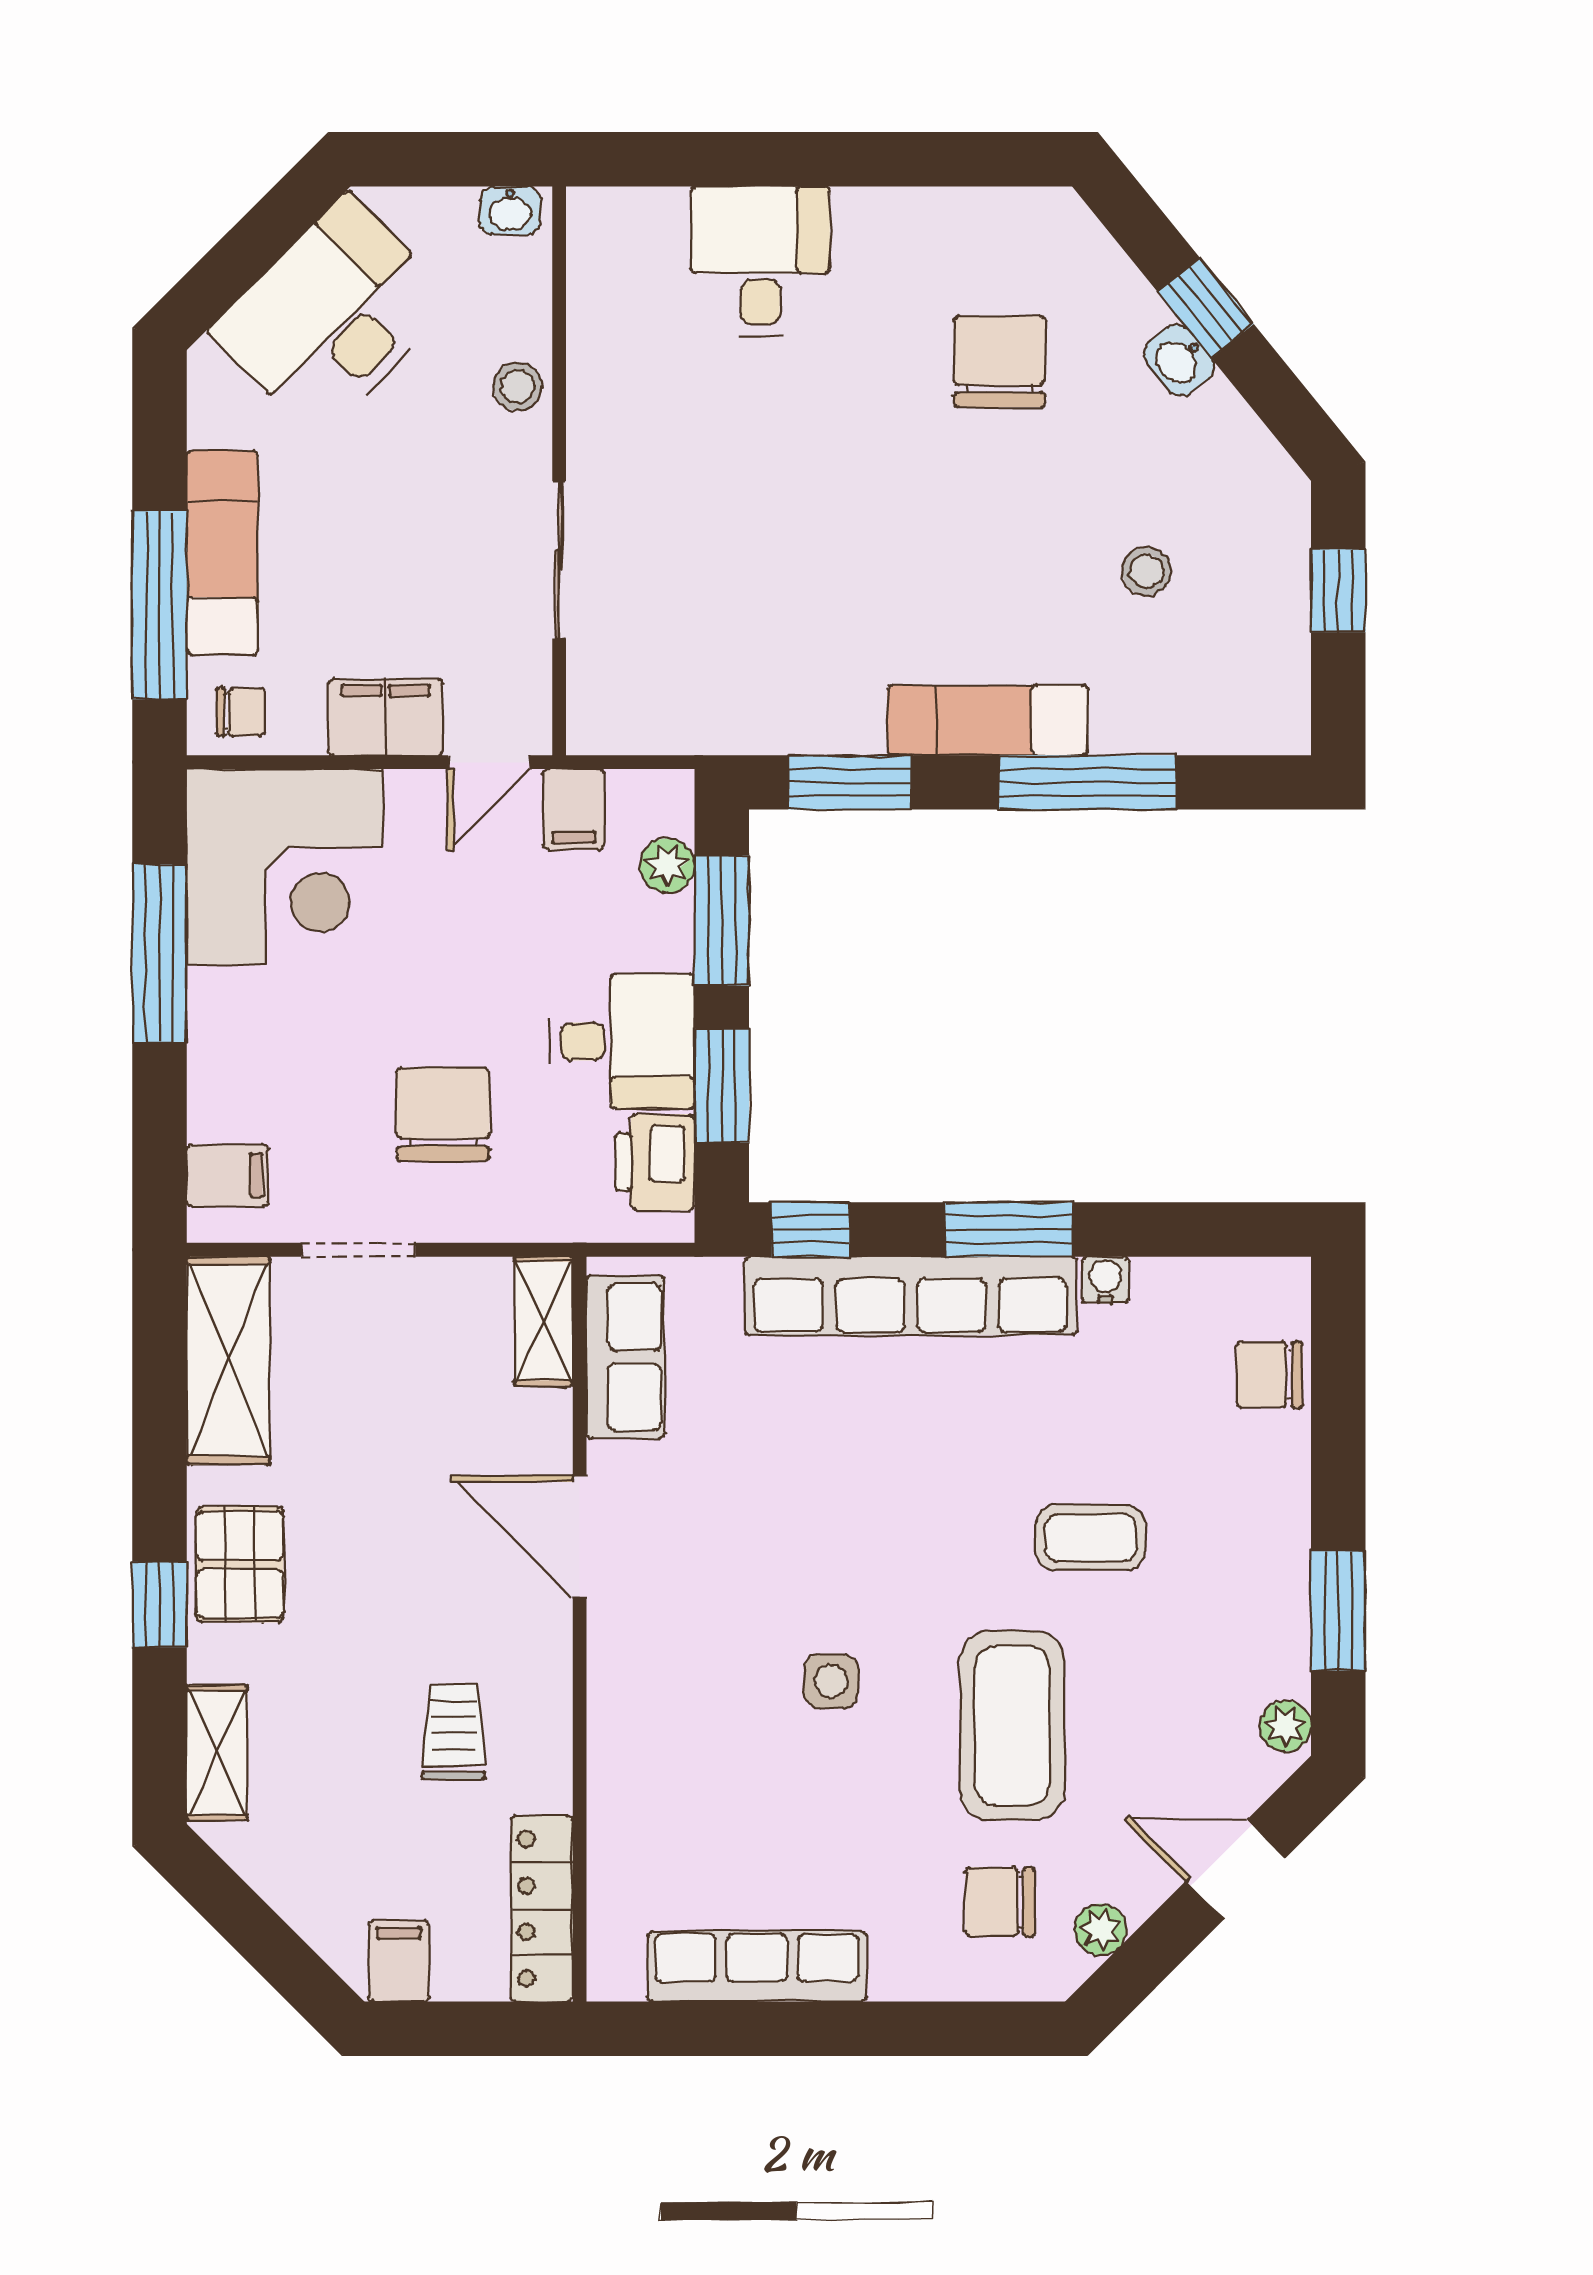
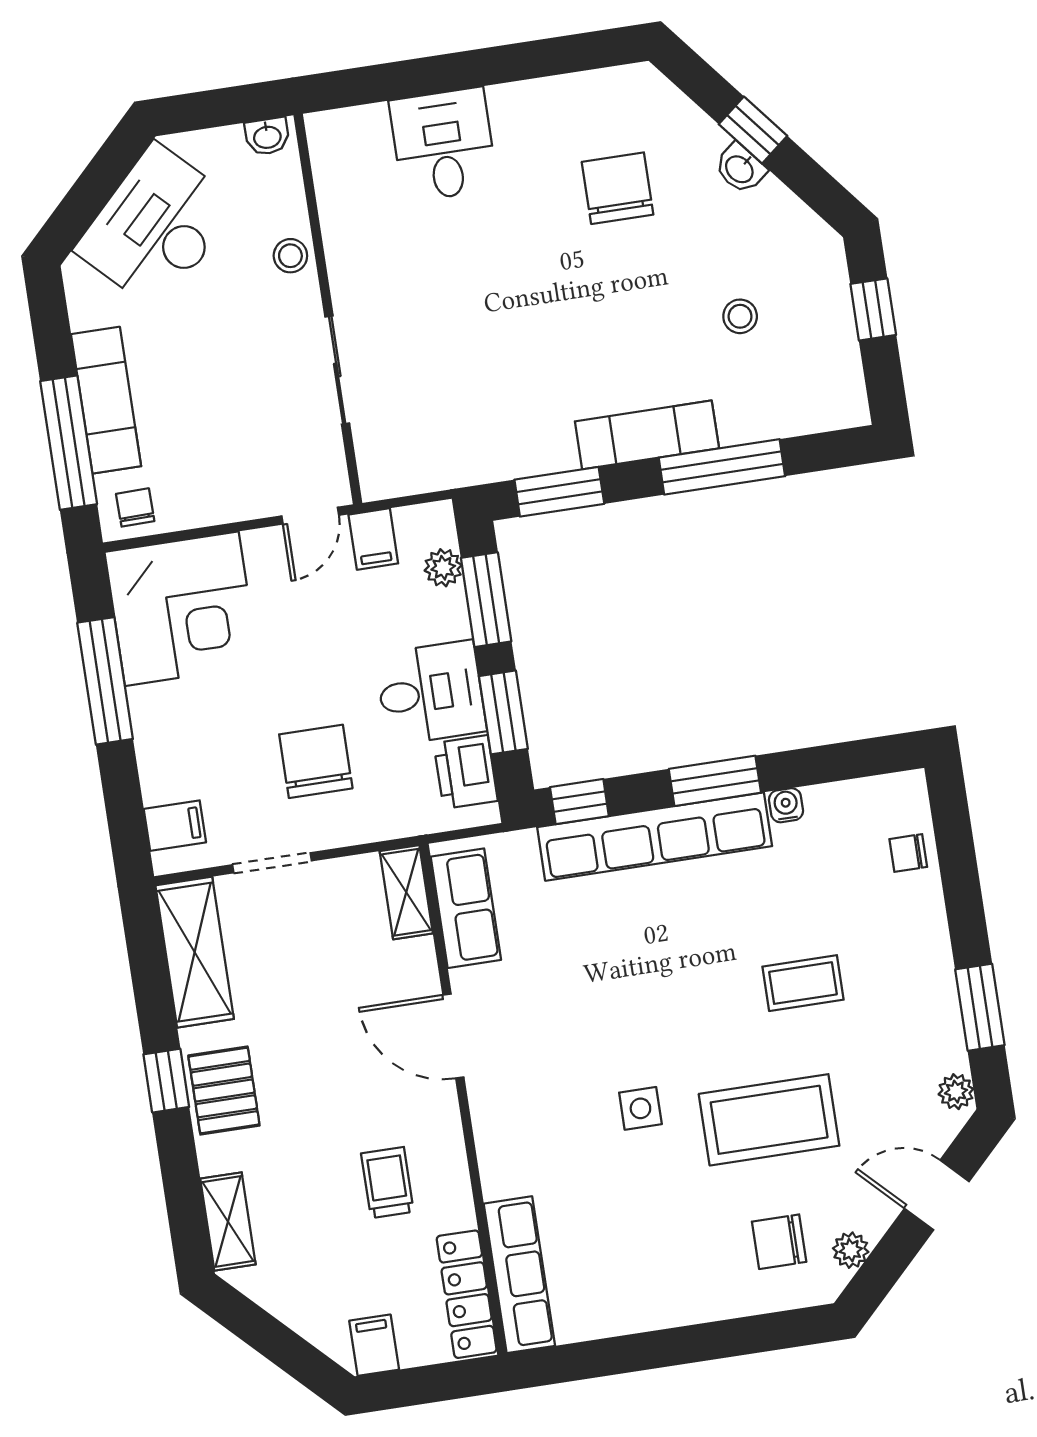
chair: (241, 712) -> (135, 507), turned -91
filing cabinet: (385, 717) -> (235, 496), removed
chair: (1269, 1375) -> (908, 853), width x0.73, depth x0.73
window: (160, 1605) -> (166, 1081), moved
coffee table: (1012, 1726) -> (769, 1120), turned 90
row of seats: (757, 1966) -> (519, 1275), moved, turned 90

